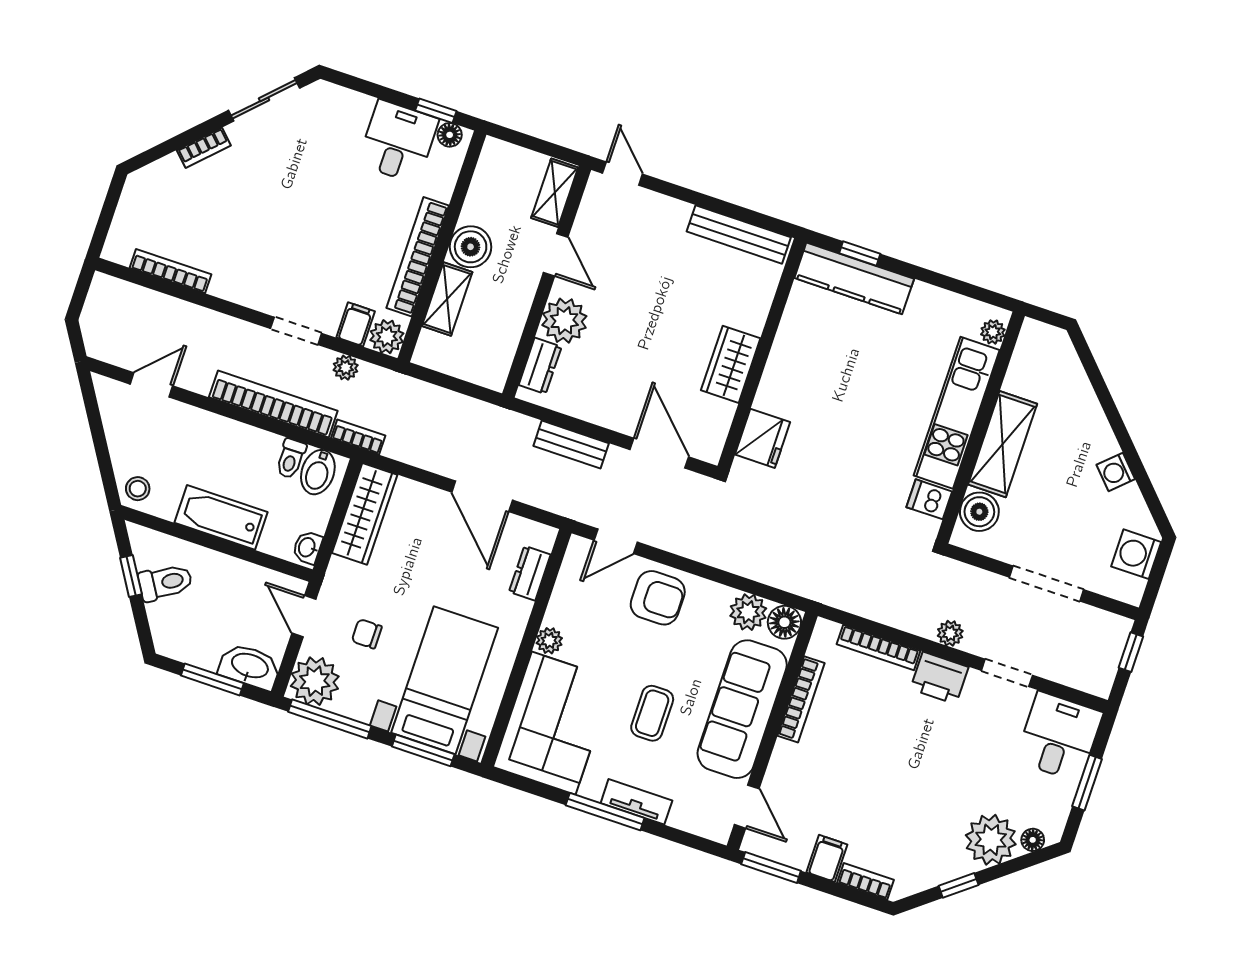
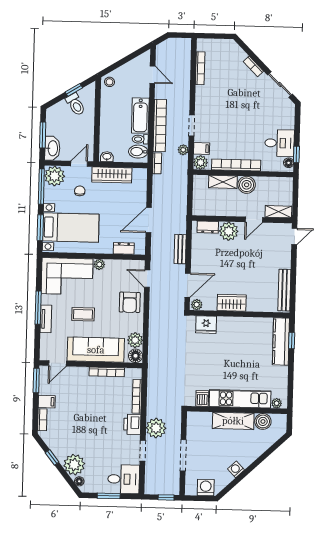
plant: (710, 446) -> (197, 305), added
boiler: (979, 512) -> (263, 421), moved
wardrobe: (365, 514) -> (112, 175), moved
bathtub: (221, 517) -> (140, 116), moved, turned 180
plant: (950, 633) -> (156, 428), width x1.88, depth x1.88

